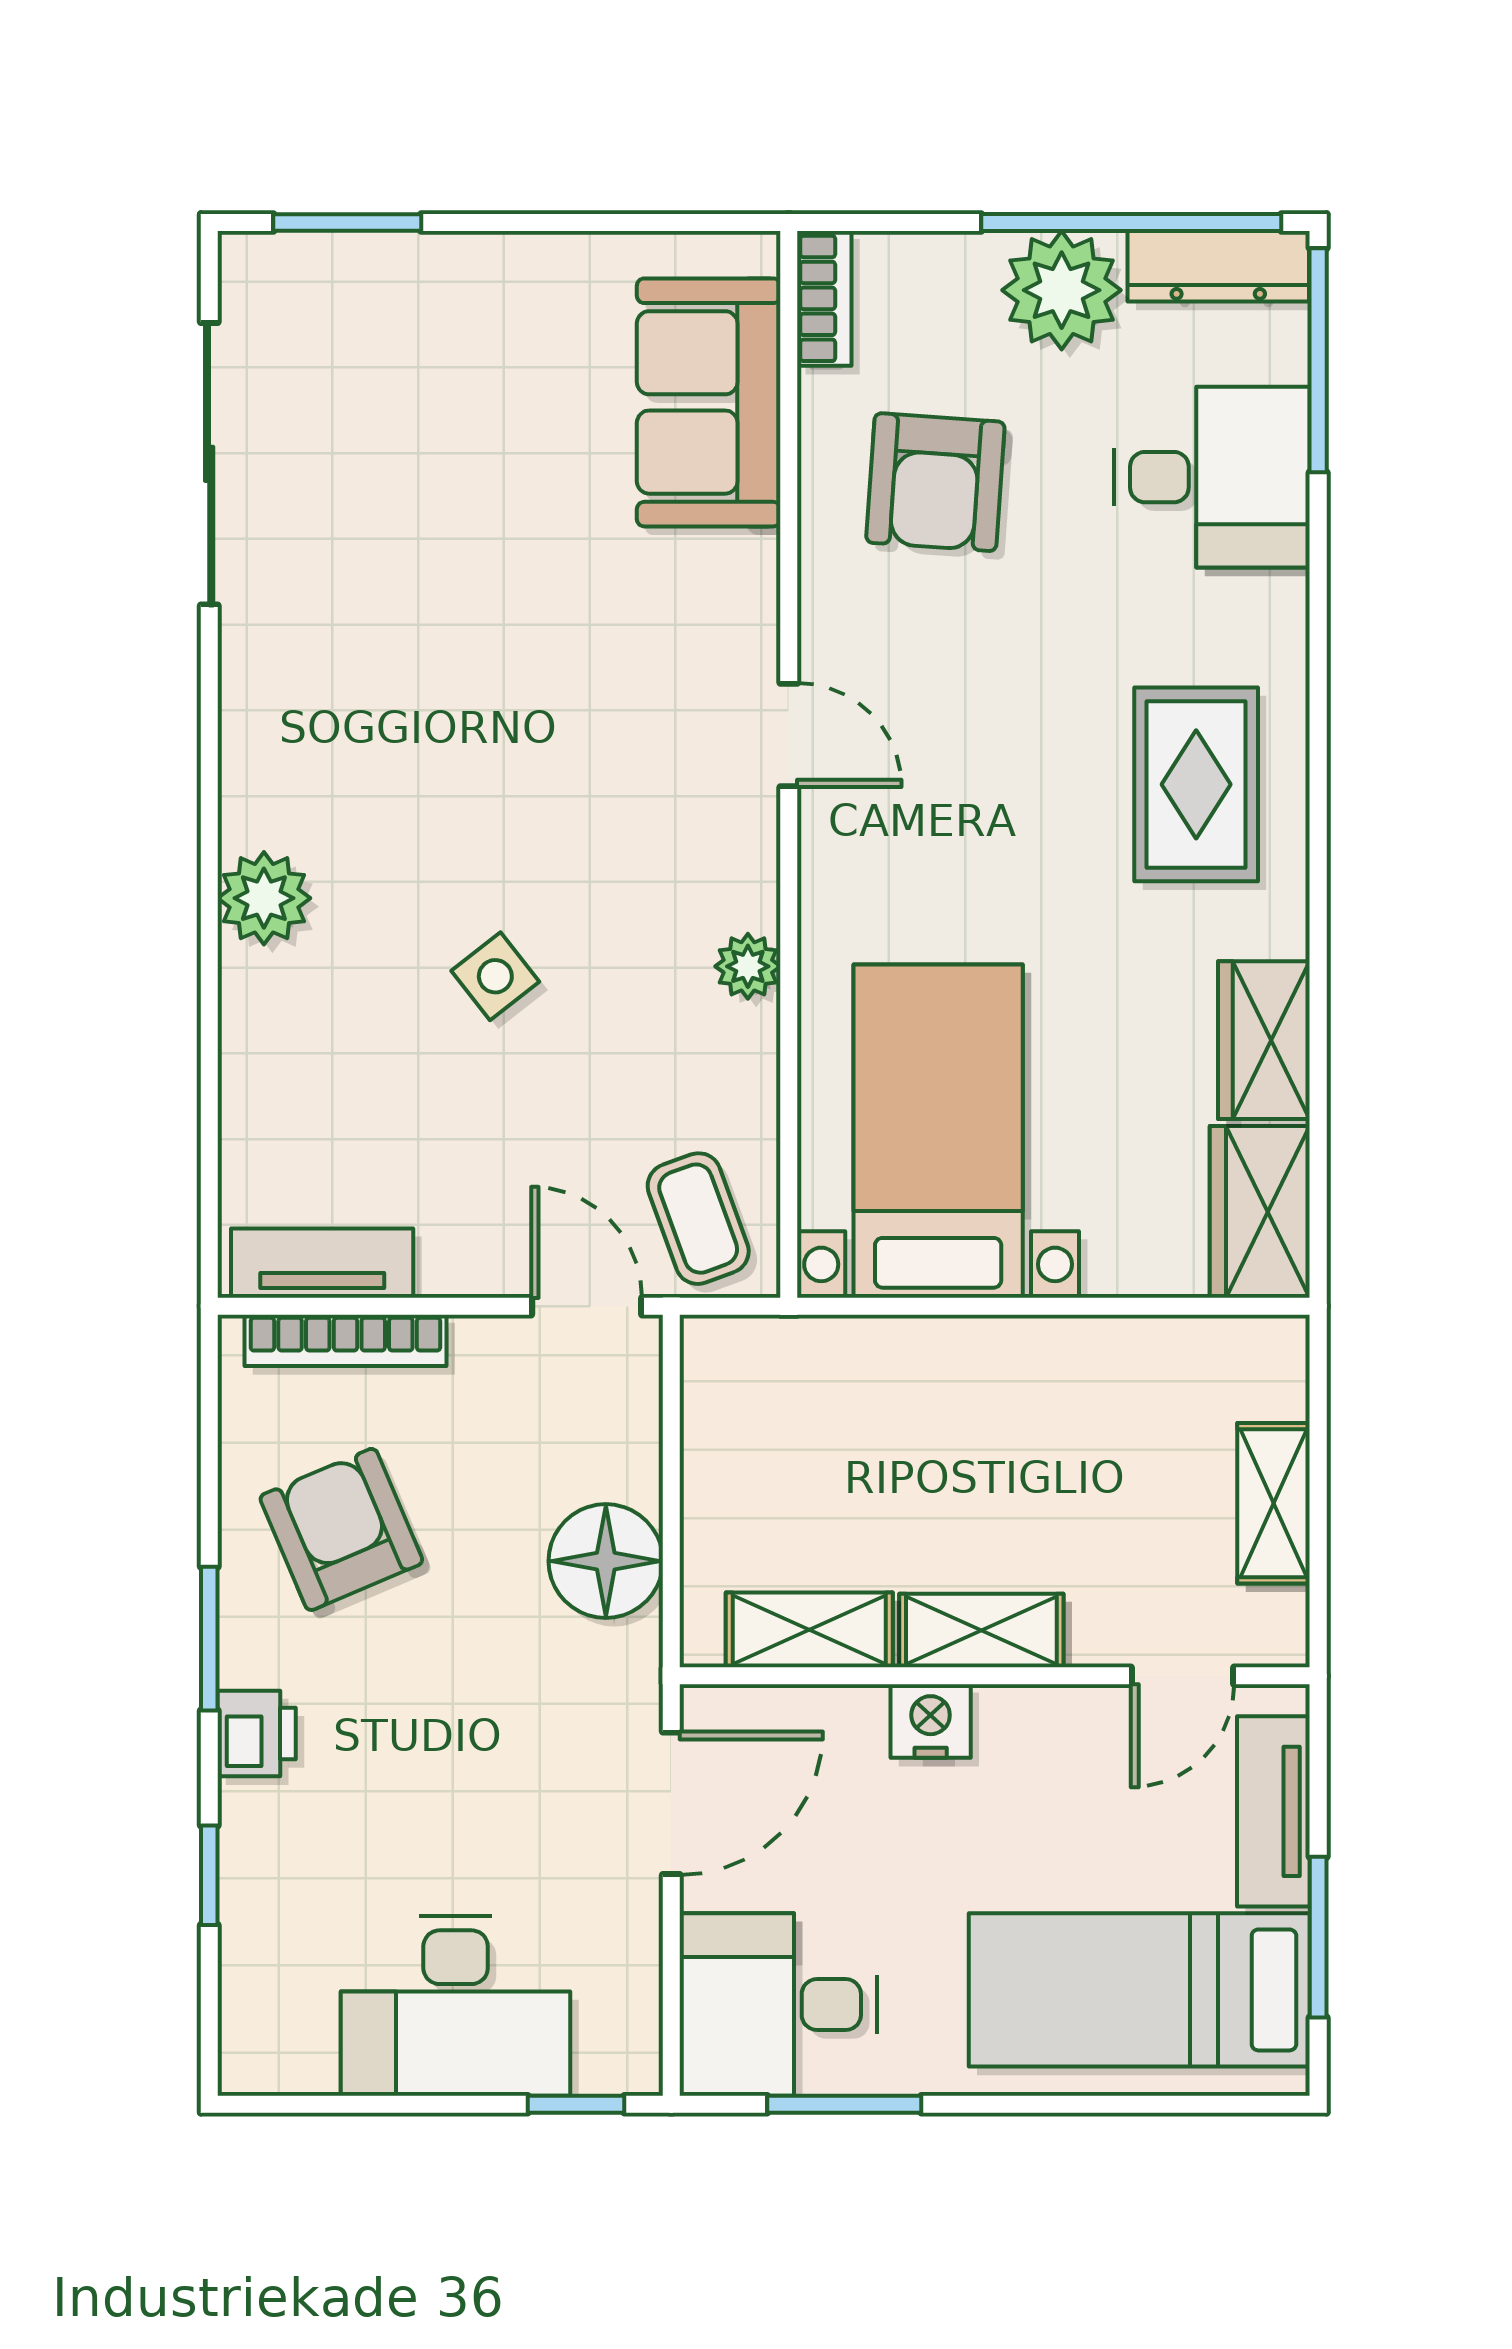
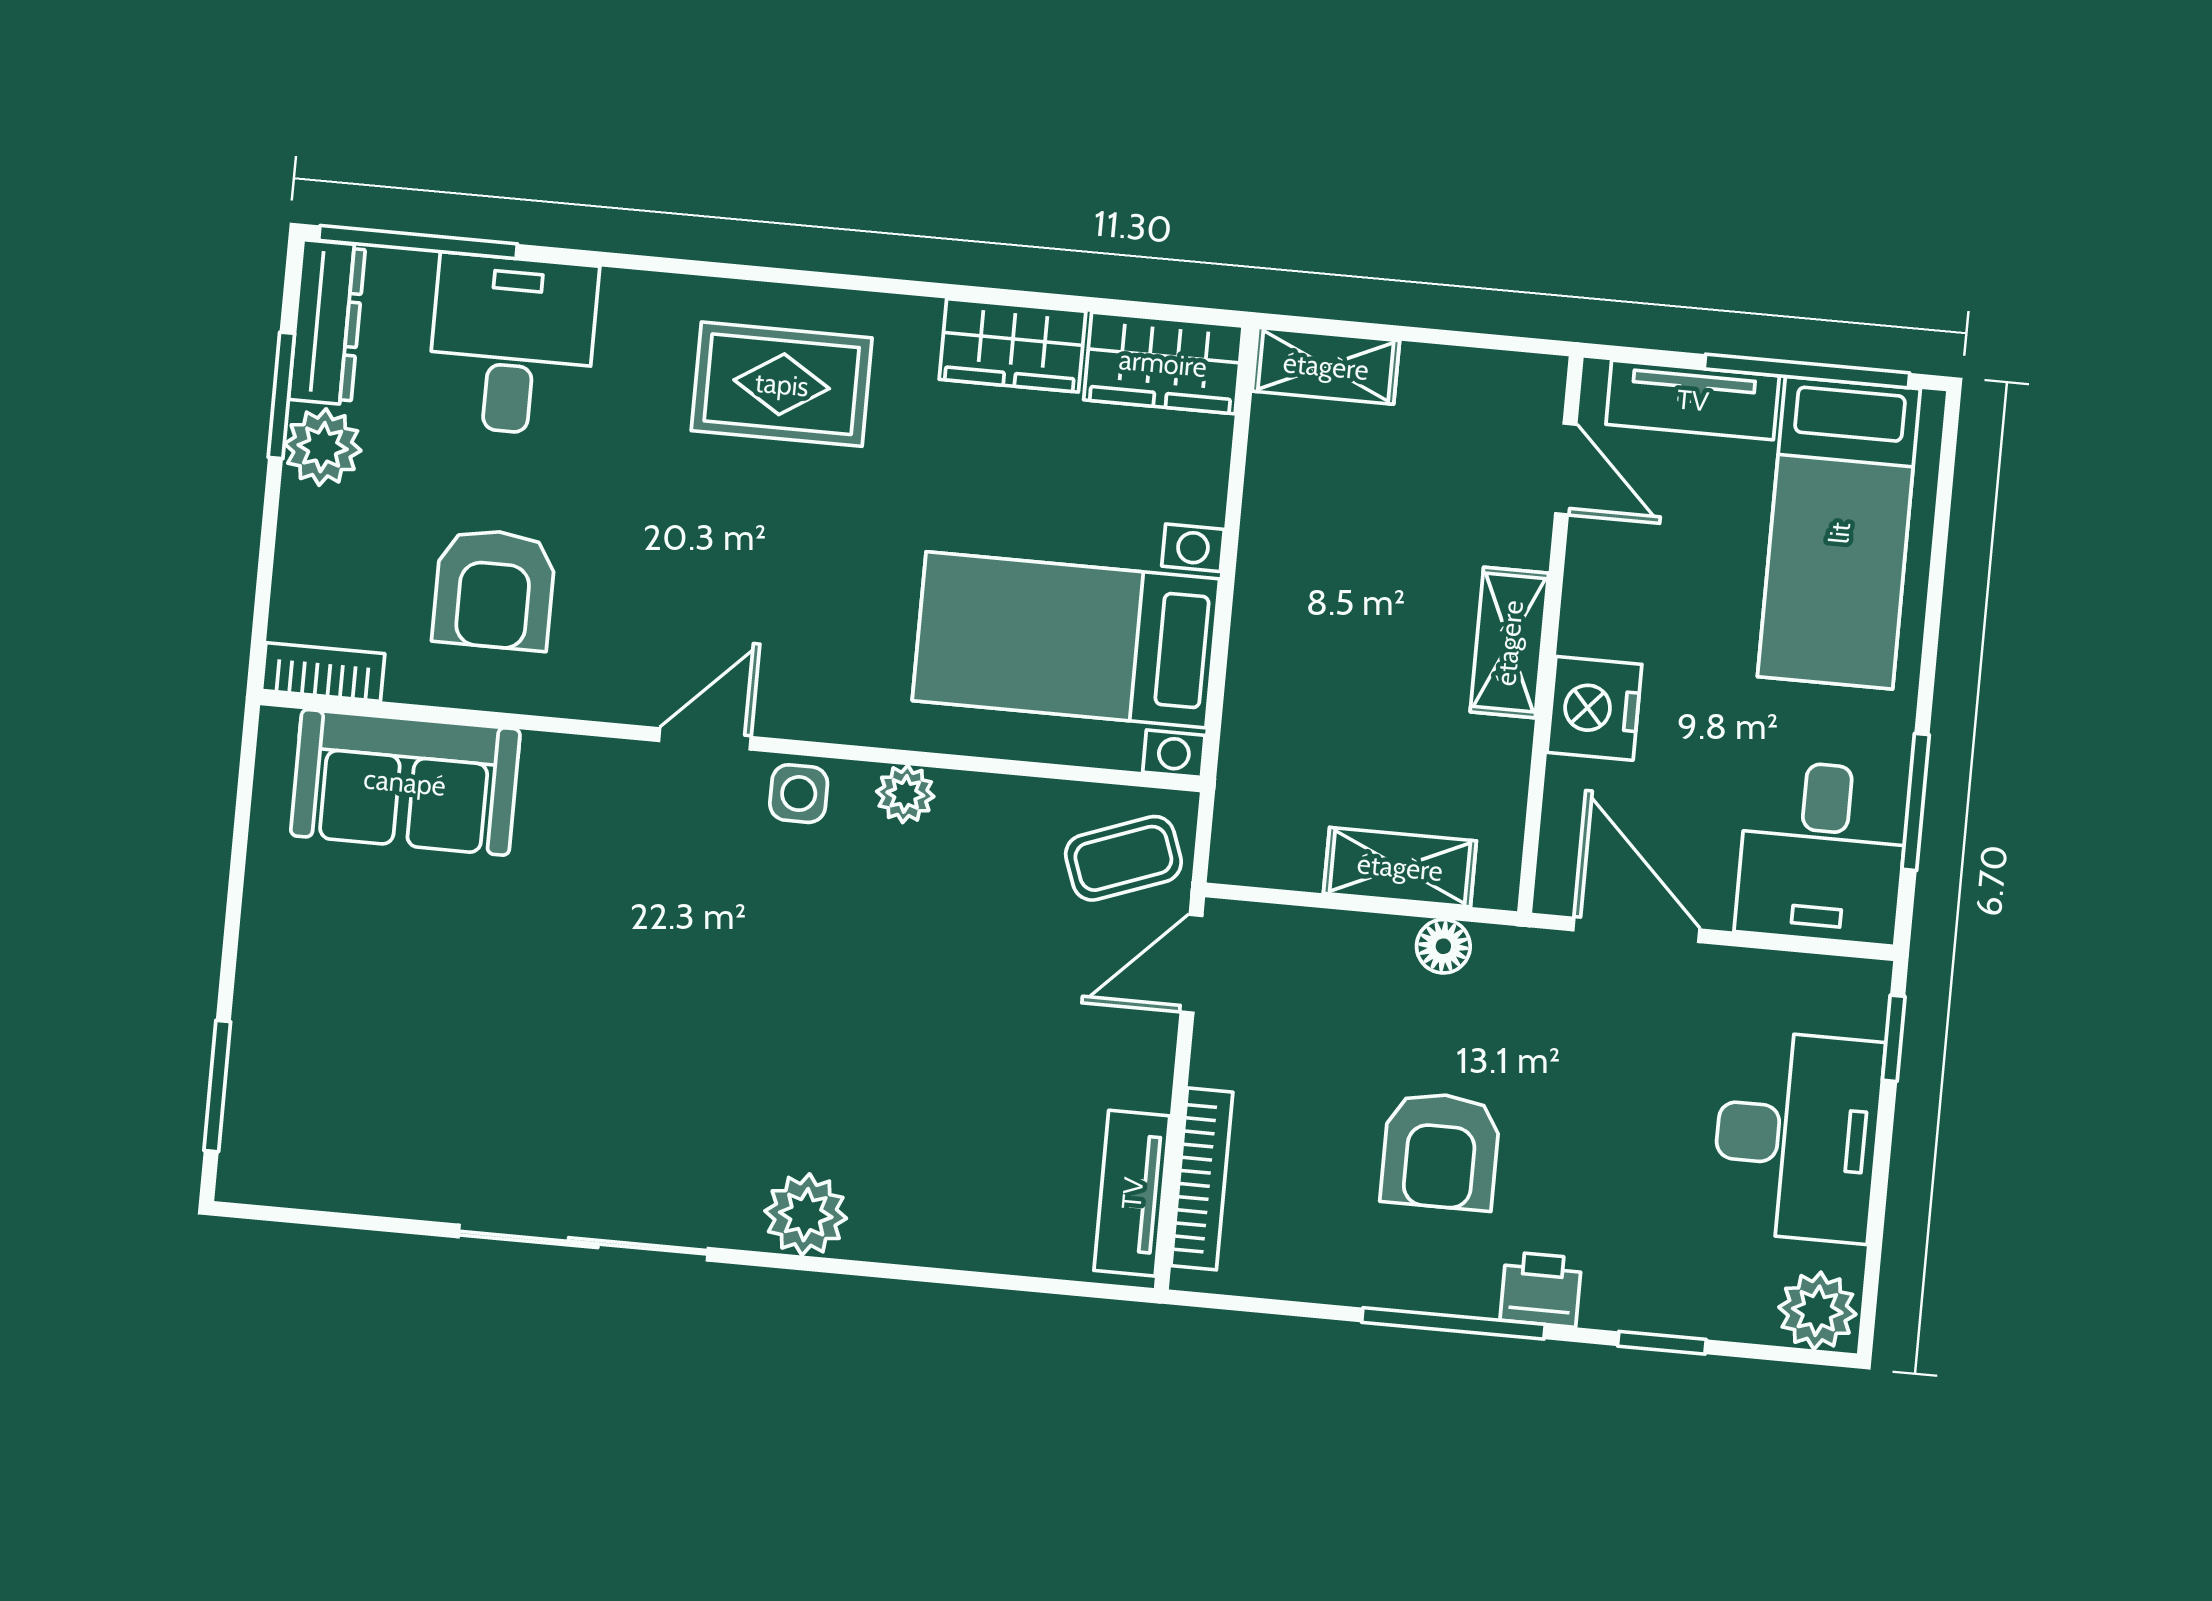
window: (1131, 222) -> (281, 395), width x0.47
plant: (1062, 290) -> (323, 447), width x0.73, depth x0.73
sliding door: (209, 464) -> (583, 1243), moved
armchair: (935, 482) -> (494, 589), turned 86
side table: (495, 976) -> (799, 794), moved, turned 38
shelving: (1274, 1503) -> (1326, 366), moved
armchair: (341, 1529) -> (1440, 1151), moved, turned -67
floor lamp: (606, 1561) -> (1443, 946), width x0.53, depth x0.53
shelving: (809, 1630) -> (1400, 867), moved, turned 90
window: (209, 1639) -> (1453, 1323), width x1.44
nightstand: (931, 1721) -> (1594, 708), width x1.36, depth x1.33
window: (1318, 1937) -> (1807, 371), width x1.44
plant: (261, 2047) -> (1817, 1311), added

